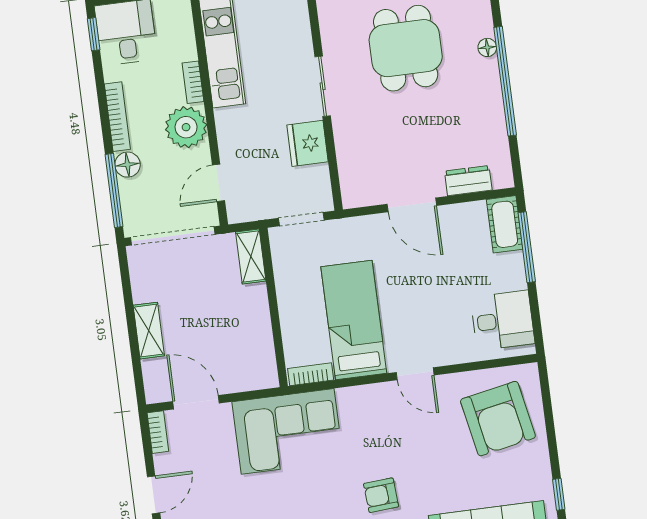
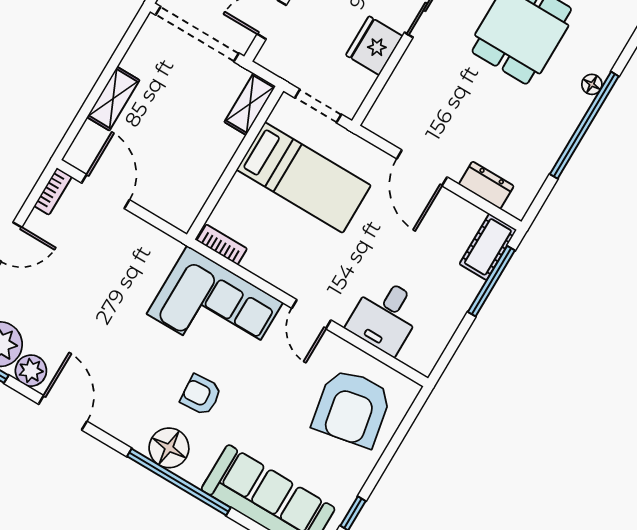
bed: (354, 320) -> (304, 178), moved, turned 90
desk: (502, 320) -> (385, 316), moved, turned 90
corner sofa: (288, 431) -> (215, 308), moved

